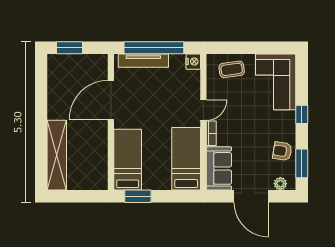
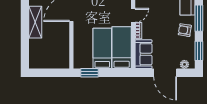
window: (302, 114) -> (199, 18), width x2.17
armchair: (282, 151) -> (185, 30), moved
shelving: (57, 155) -> (35, 22), moved, width x0.68
bed: (128, 160) -> (102, 48), moved

